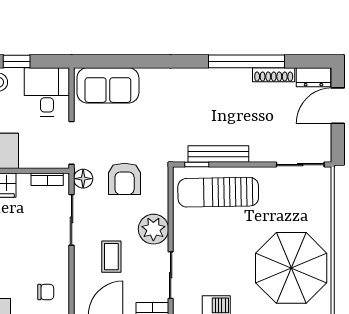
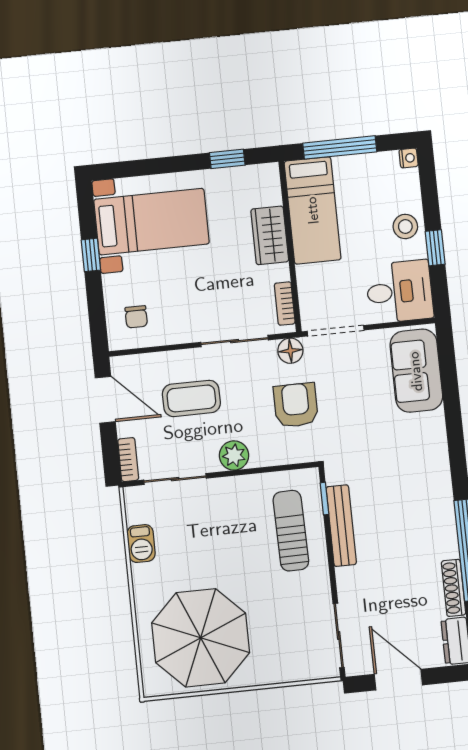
door: (338, 106) -> (398, 680), moved
armchair: (125, 179) -> (296, 405), turned 90
sun lounger: (218, 192) -> (291, 531), width x0.73, depth x0.75
plant: (153, 229) -> (234, 455), width x0.73, depth x0.73
coffee table: (111, 257) -> (191, 398), width x1.36, depth x1.30

